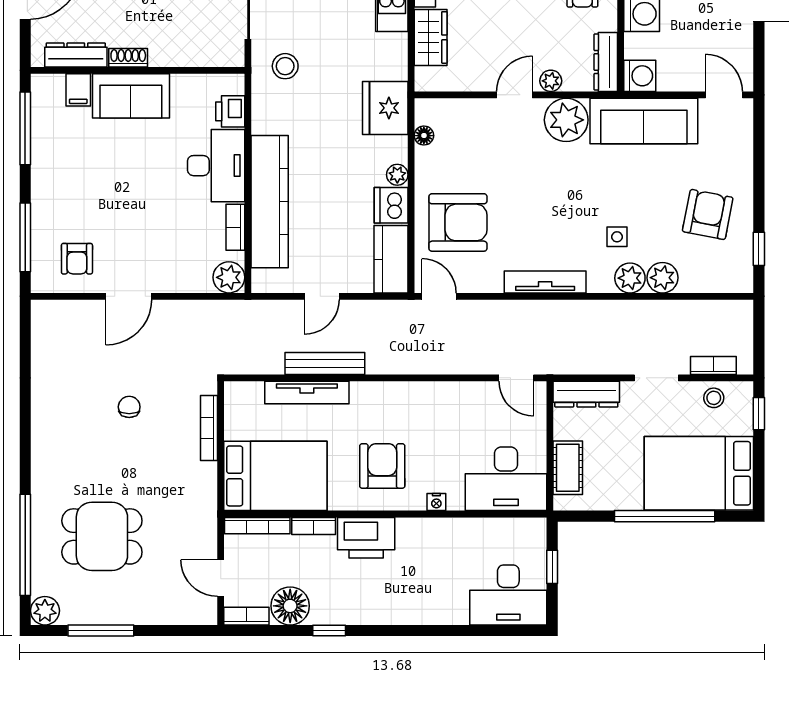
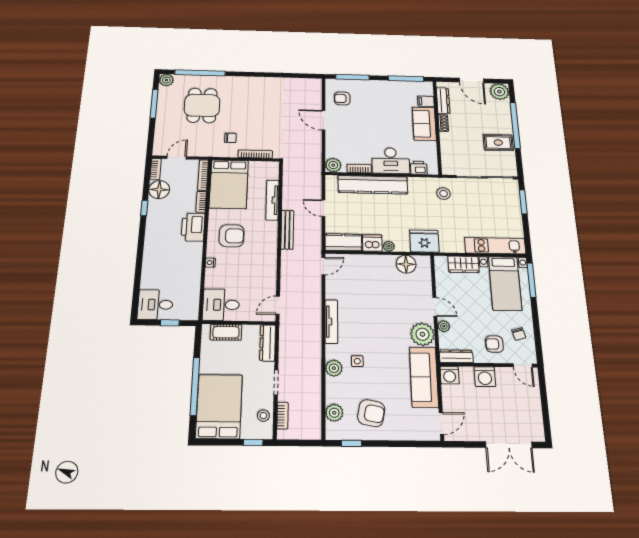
floor lamp: (424, 136) -> (406, 264), width x1.89, depth x1.89
armchair: (458, 222) -> (364, 276), removed
plant: (662, 278) -> (334, 413), moved
bench: (325, 364) -> (287, 230), moved
chair: (129, 407) -> (230, 138), moved
desk: (506, 479) -> (221, 305), width x0.73
desk: (508, 595) -> (155, 305), width x0.73

